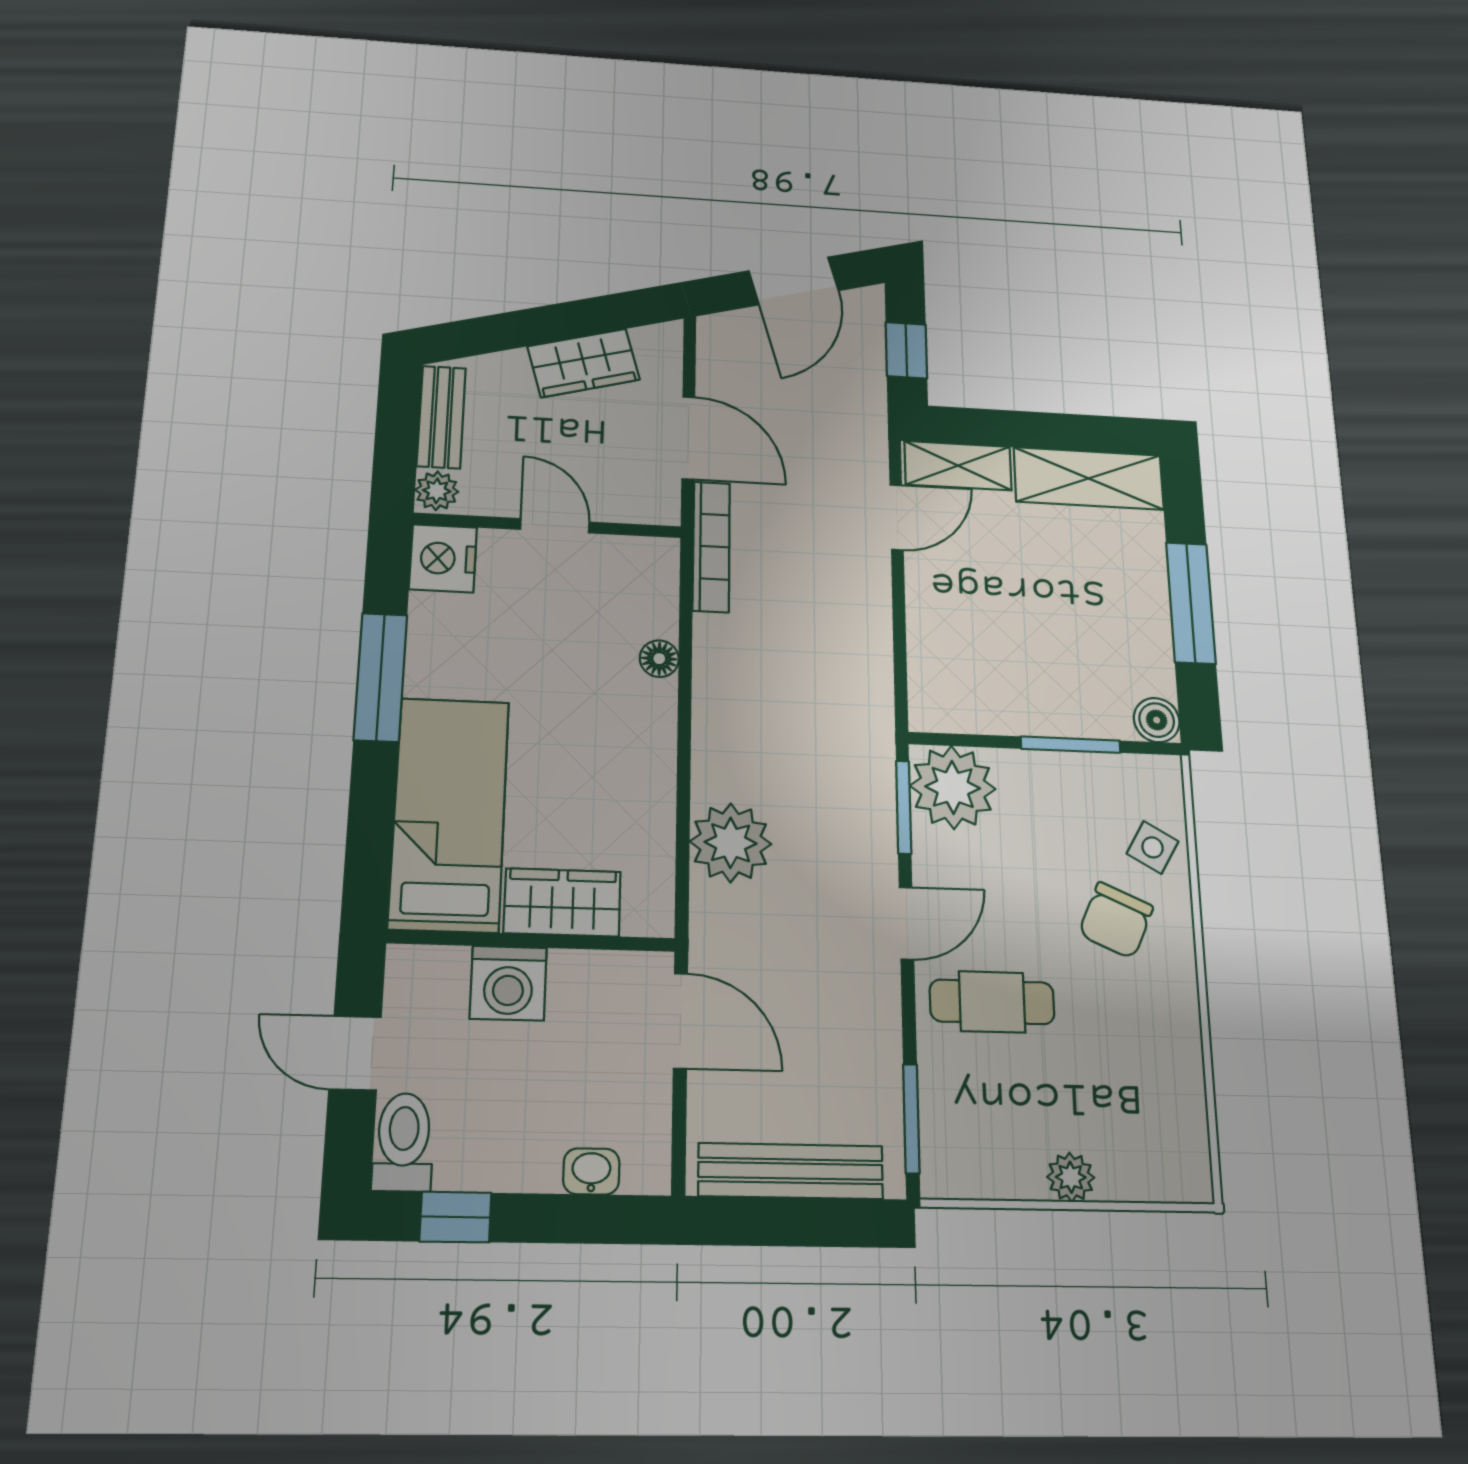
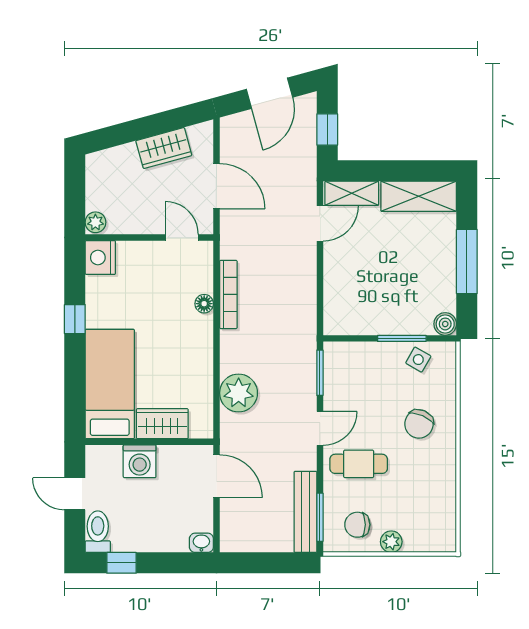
bench: (441, 417) -> (96, 183), removed
door: (555, 526) -> (182, 238), moved
bookcase: (711, 547) -> (228, 294), moved
window: (380, 677) -> (75, 319), width x0.46
plant: (953, 787) -> (344, 362), removed
side table: (1153, 847) -> (418, 360), moved
chair: (994, 1137) -> (357, 525), added
washbasin: (591, 1171) -> (201, 543), moved
bench: (791, 1171) -> (305, 512), moved, turned 90

